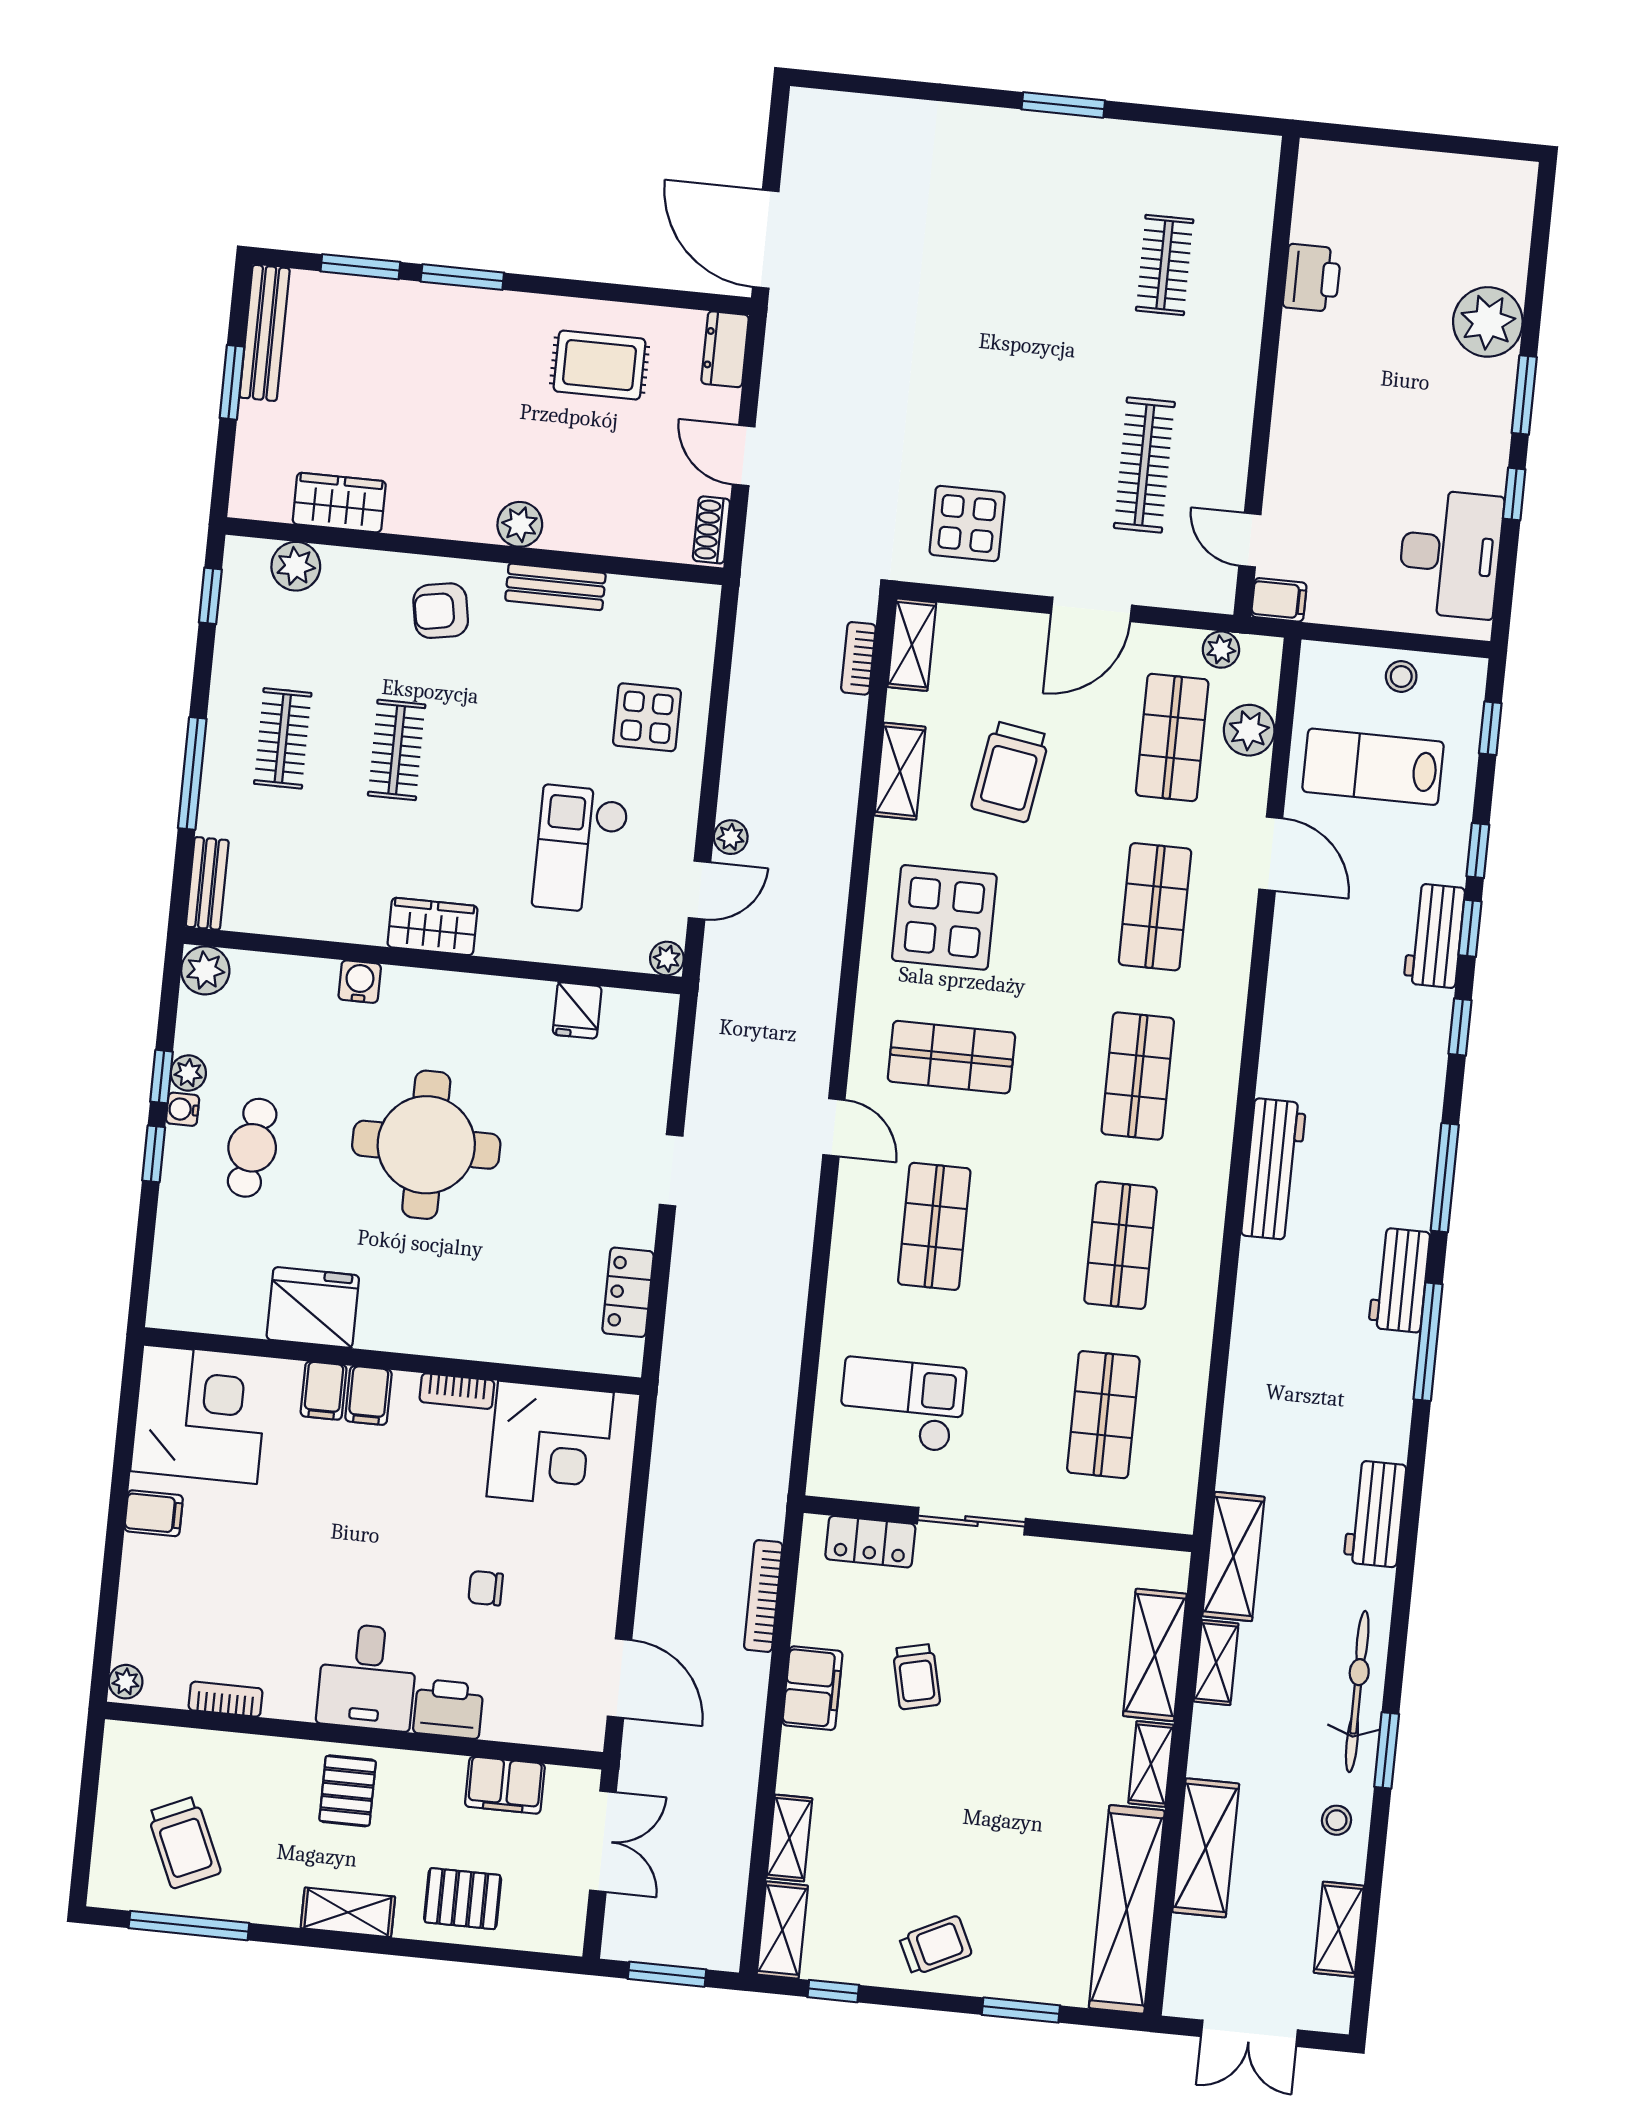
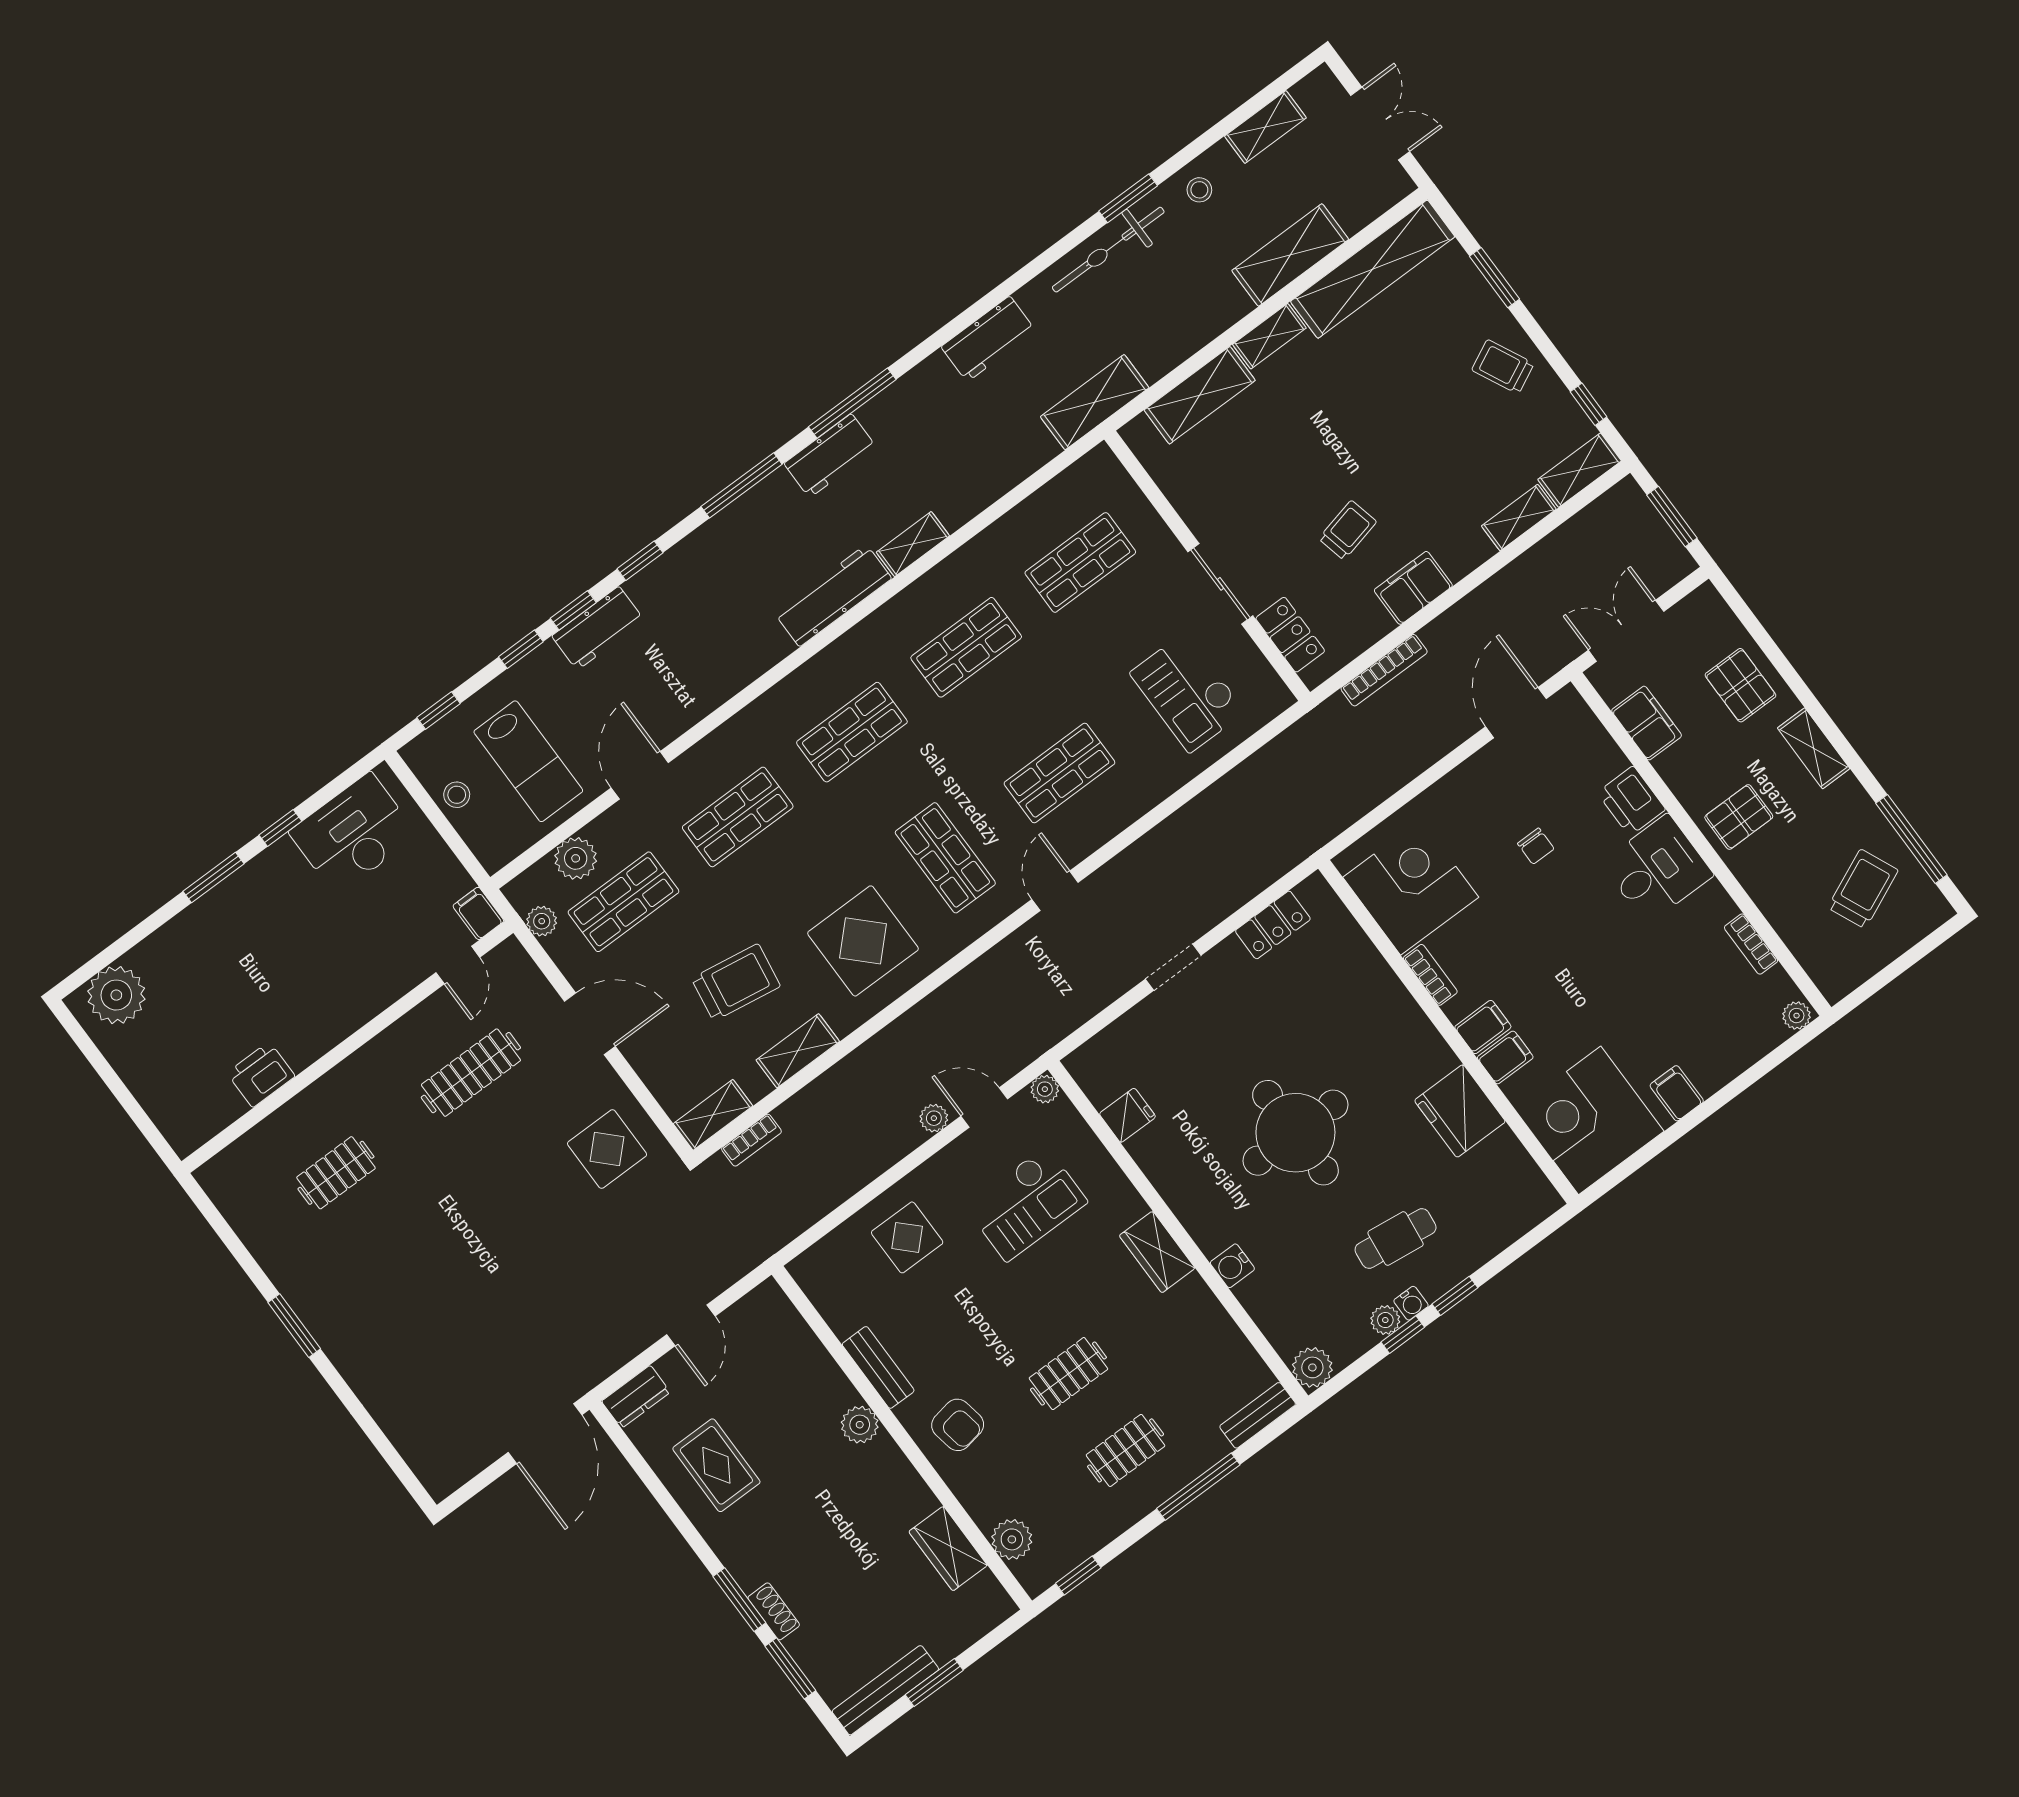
plant: (1488, 322) -> (116, 995), moved
shoe rack: (711, 530) -> (774, 1611), moved, turned -90
shelving: (1216, 1662) -> (913, 544), moved

